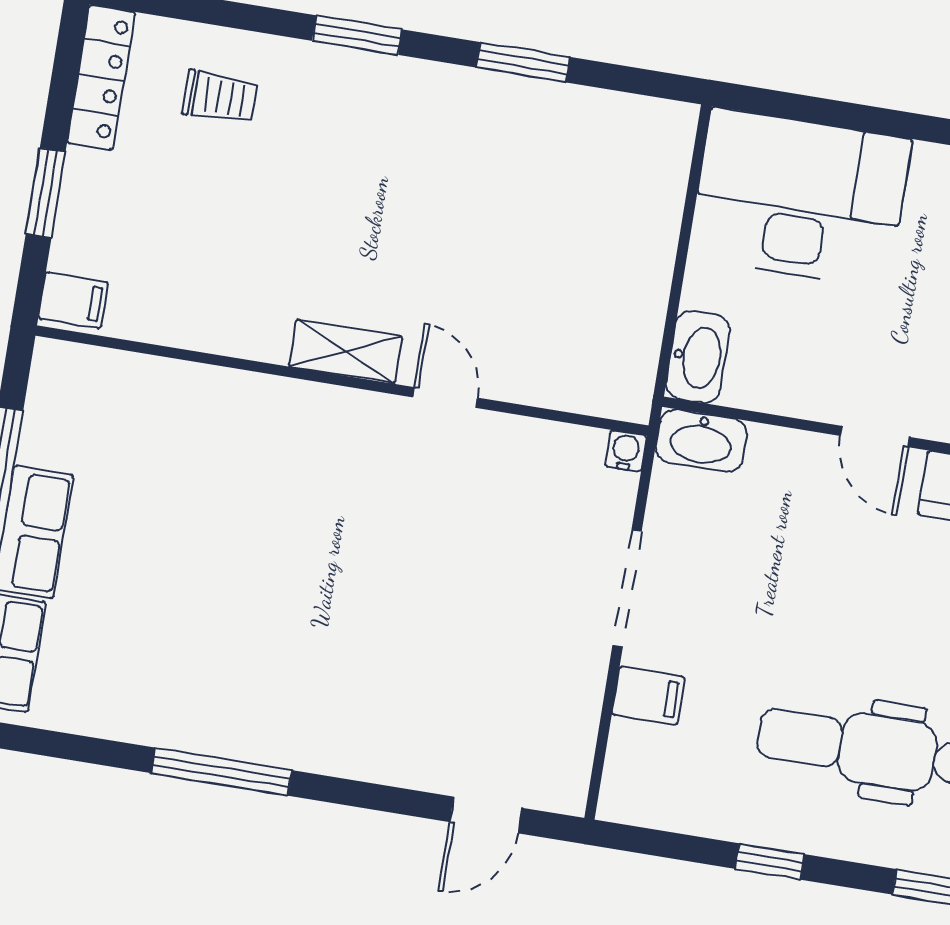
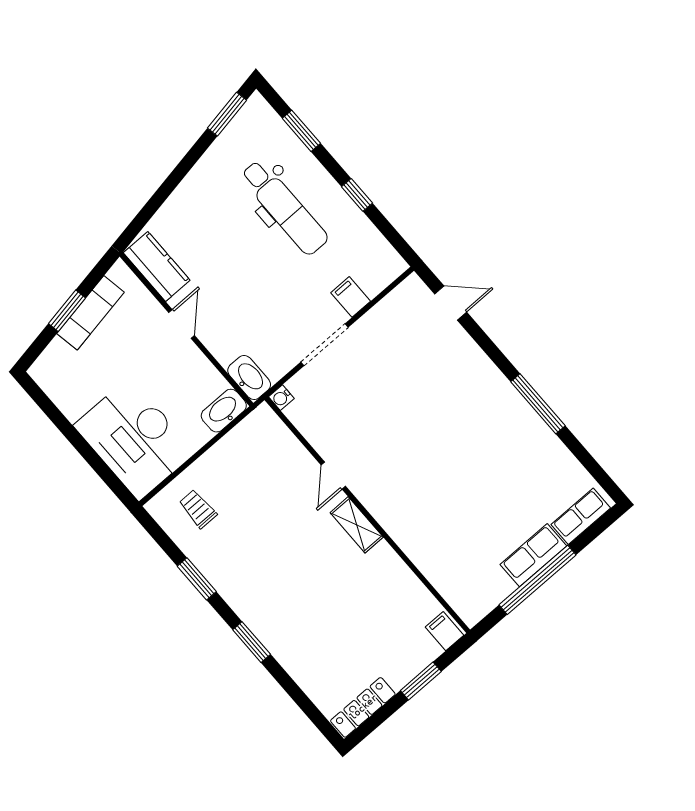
trolley: (220, 97) -> (198, 509), moved

